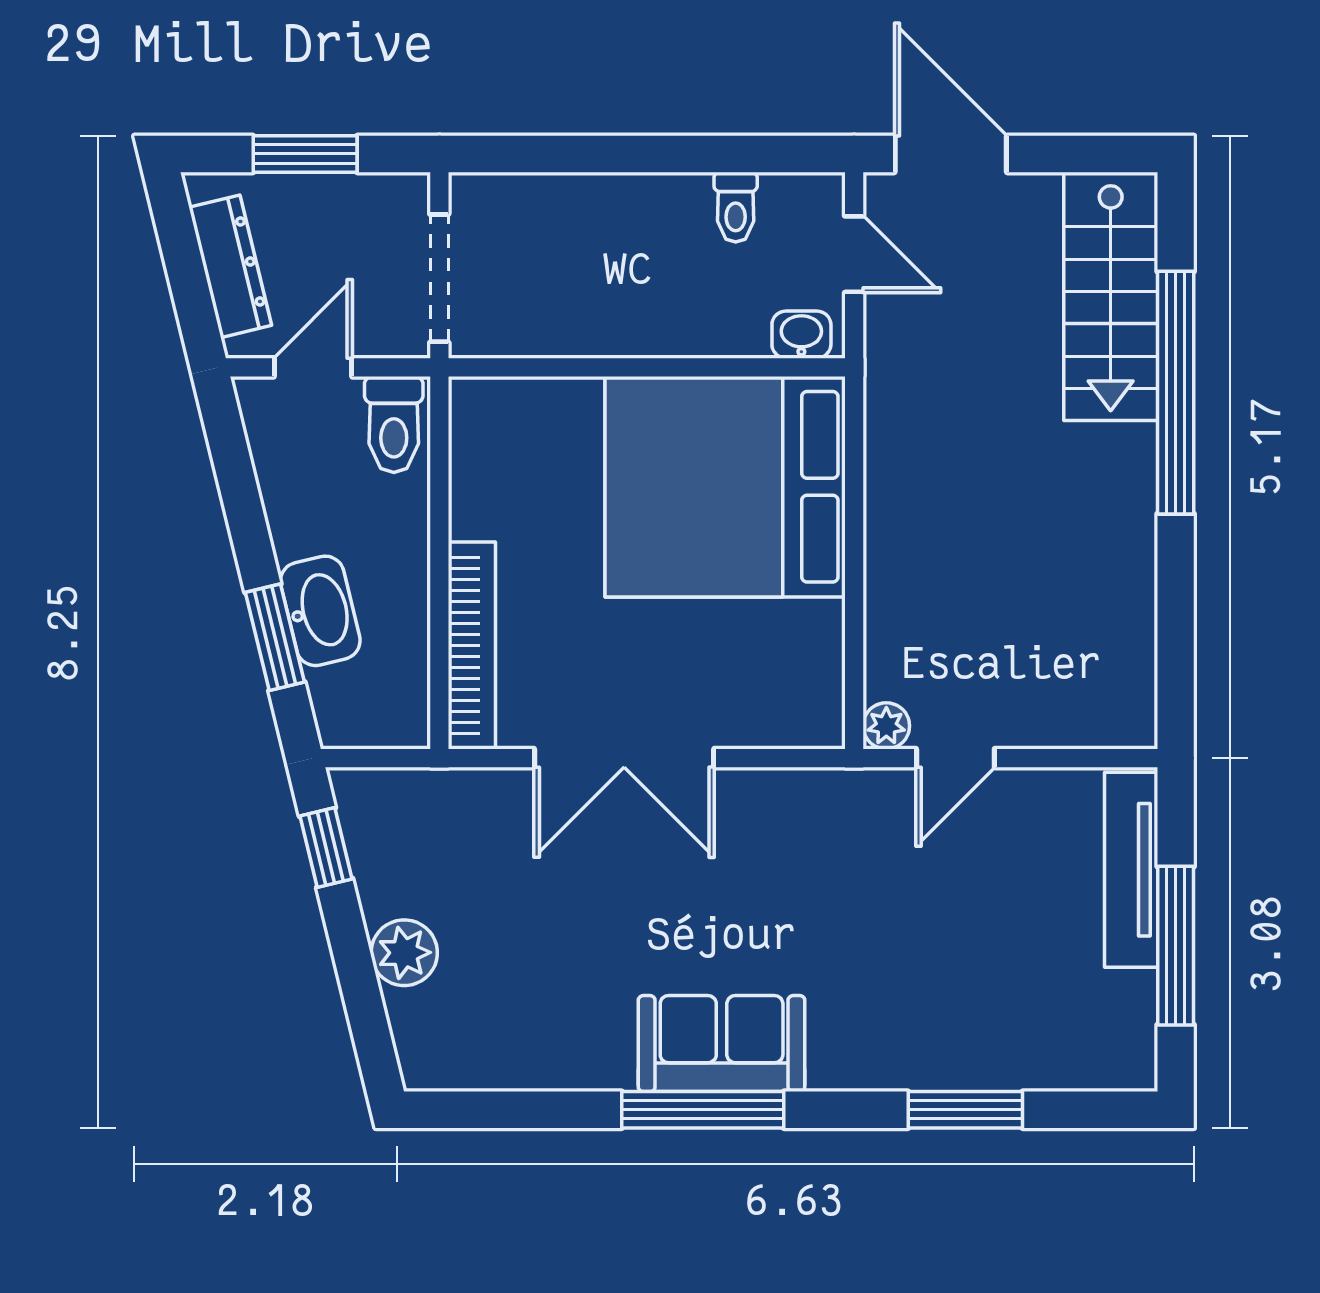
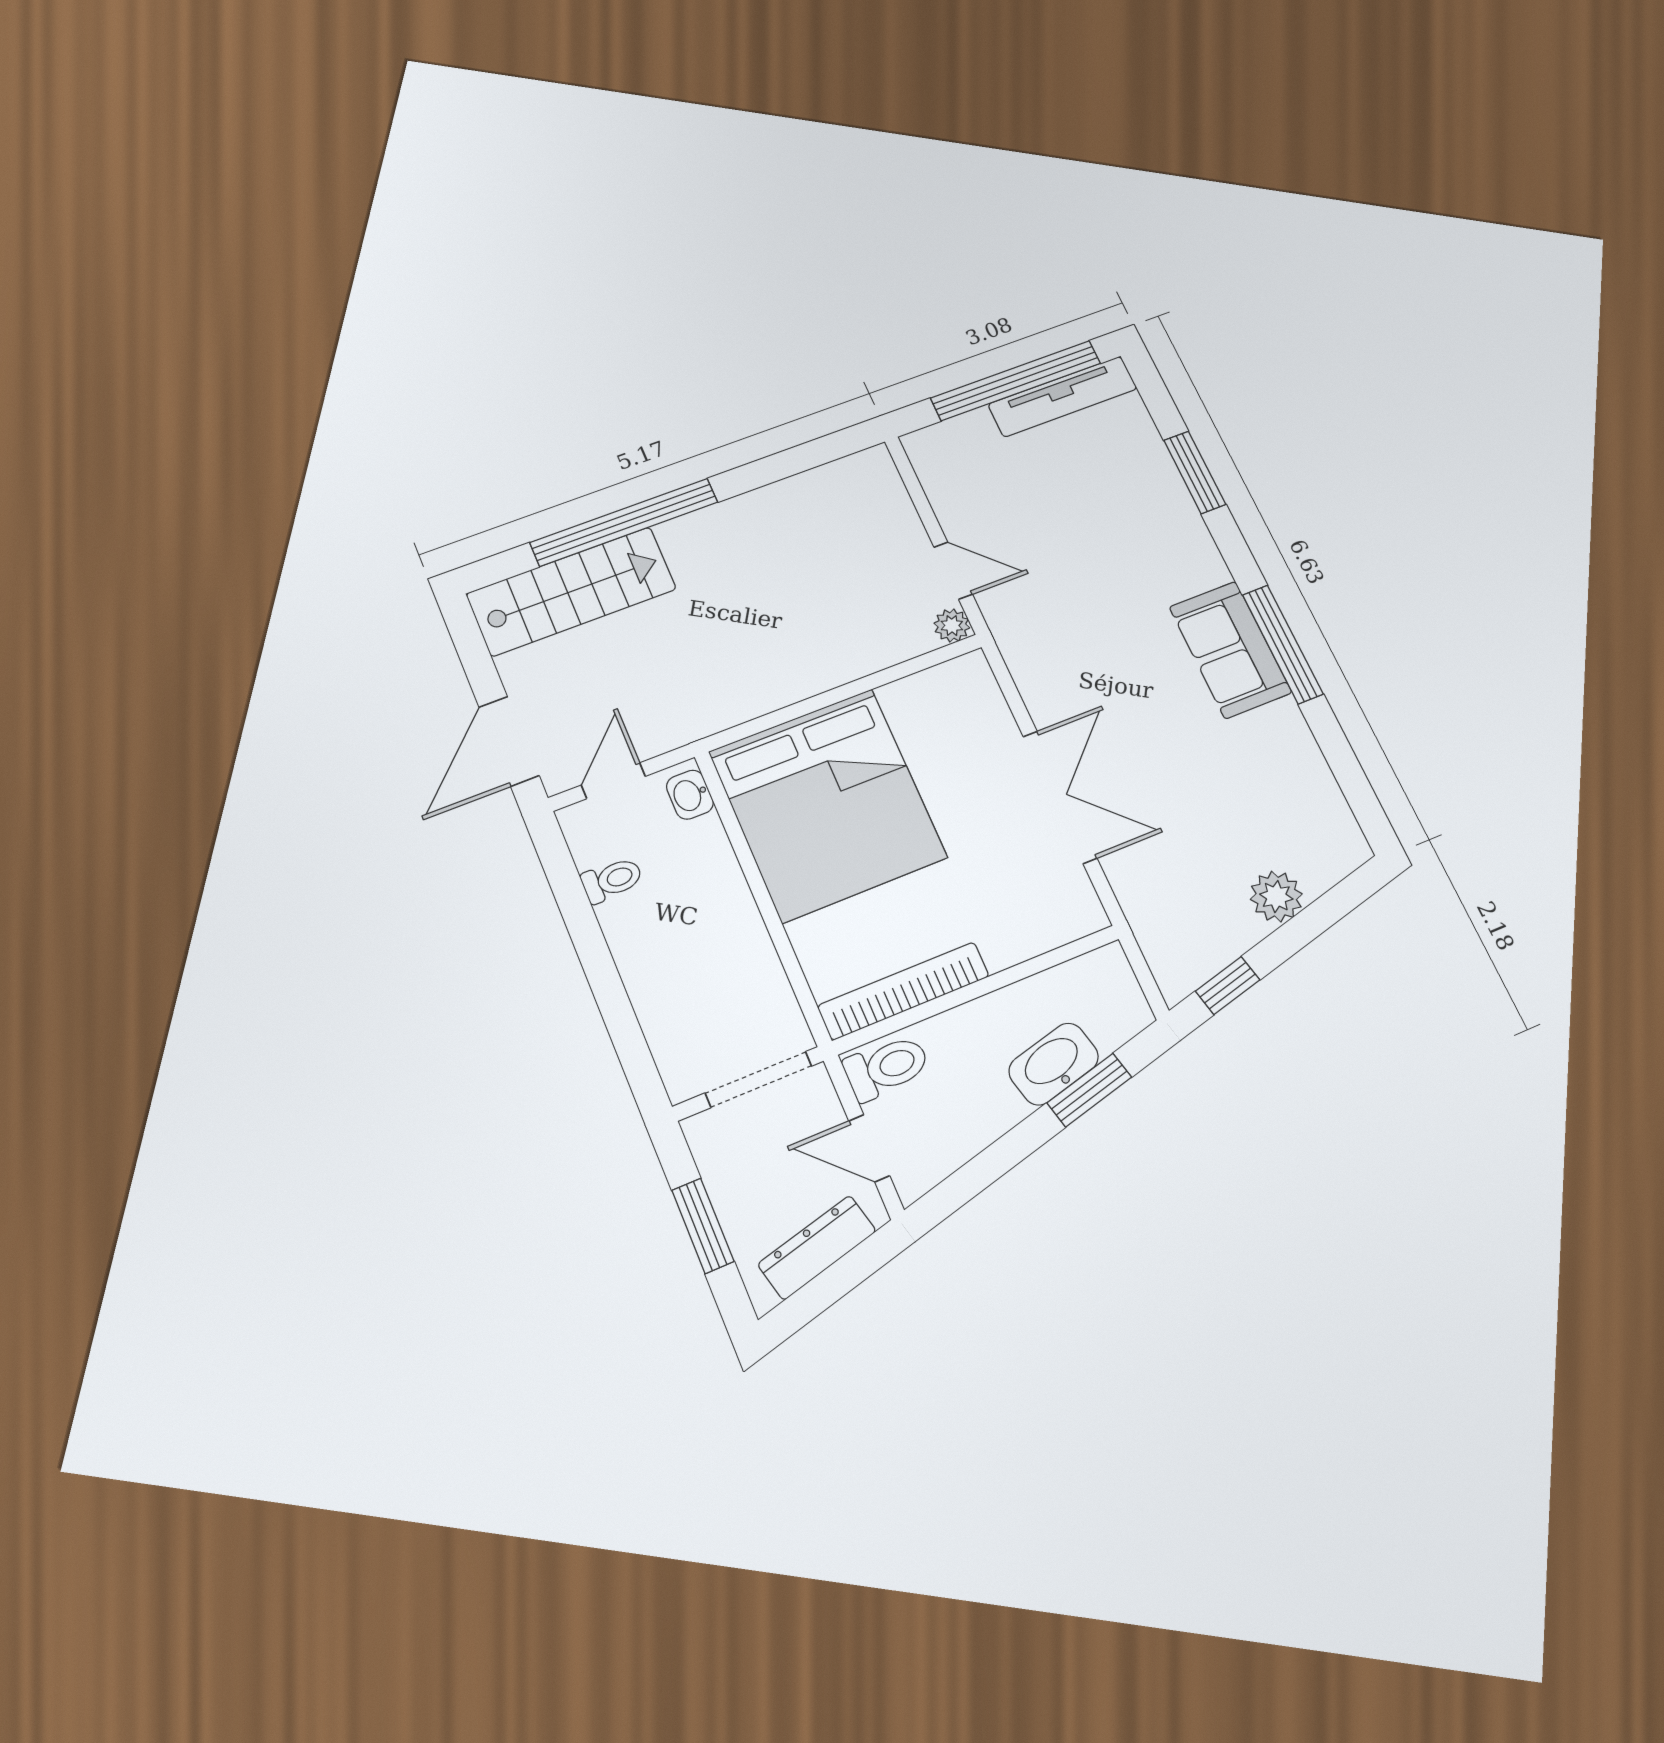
bookcase: (472, 645) -> (904, 991), moved
tv unit: (1131, 870) -> (1063, 397), moved
window: (1176, 946) -> (1016, 381), width x1.46

